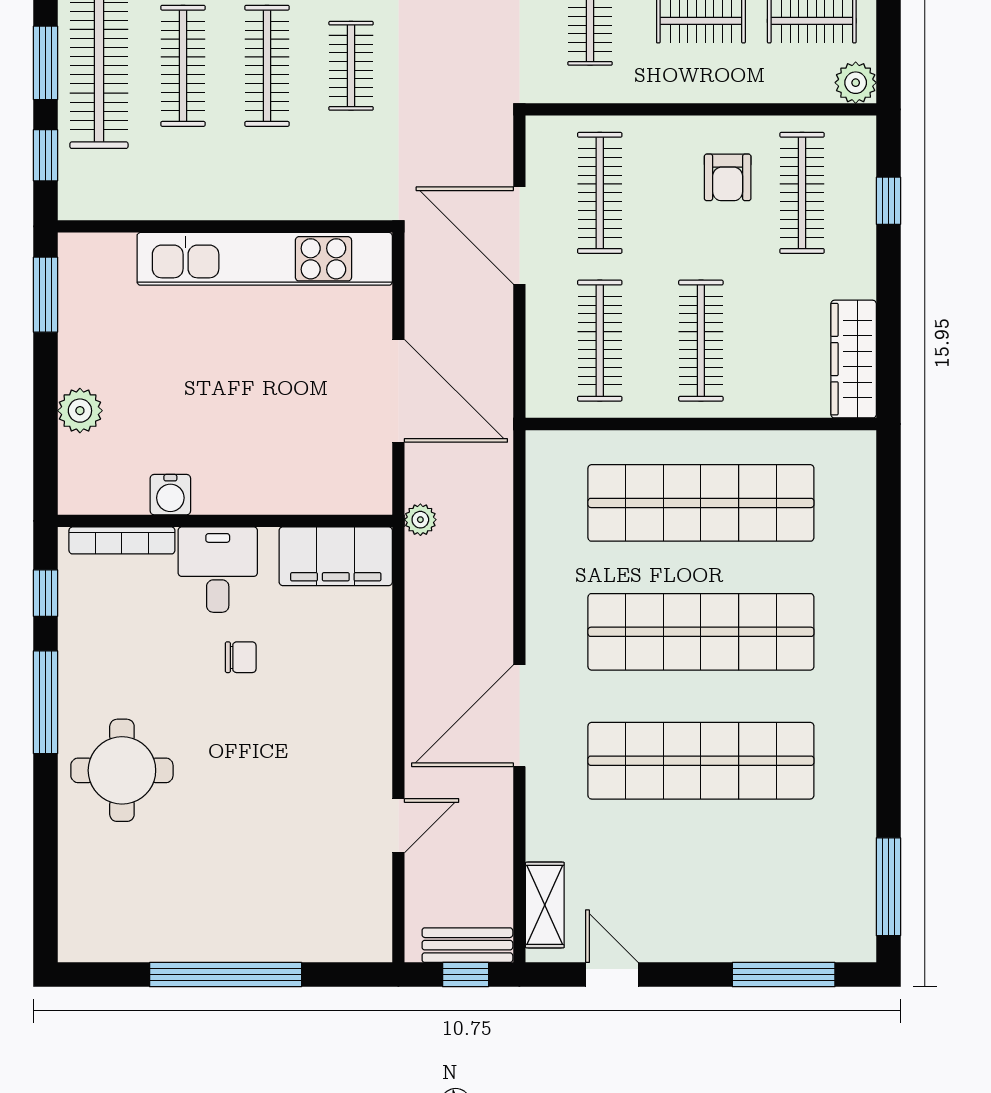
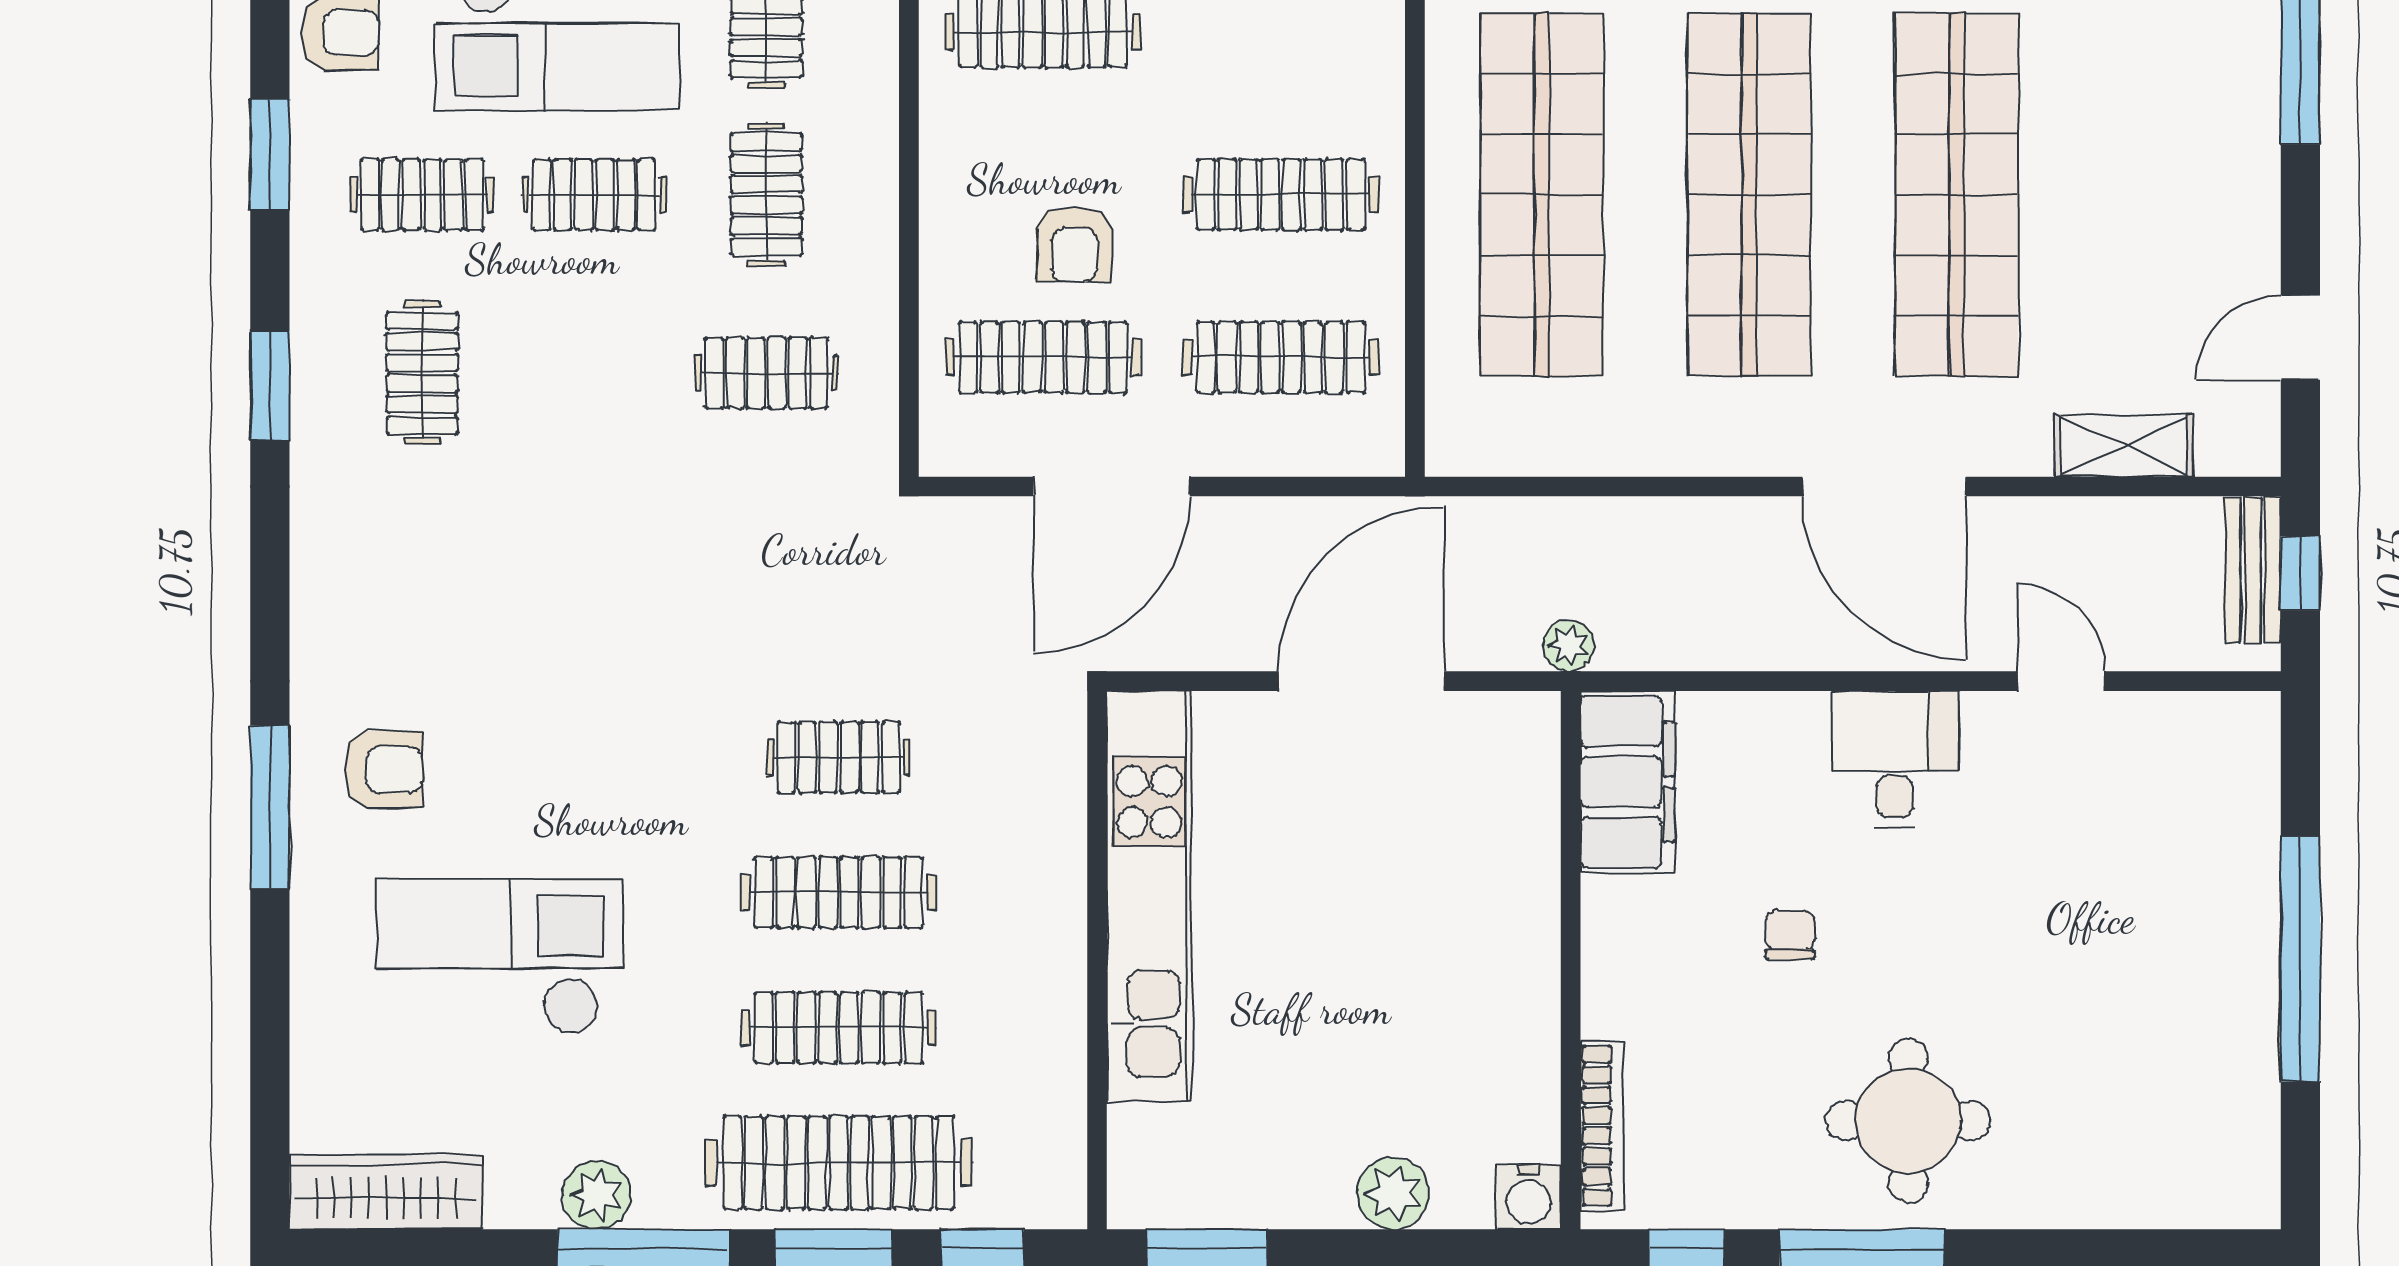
armchair: (728, 177) -> (1075, 244), moved, turned 91
water cooler: (170, 495) -> (1528, 1197), moved, turned 90
desk: (218, 570) -> (1895, 760), moved, turned 90
round table: (122, 770) -> (1908, 1120), moved
shelving: (545, 905) -> (2124, 446), moved

